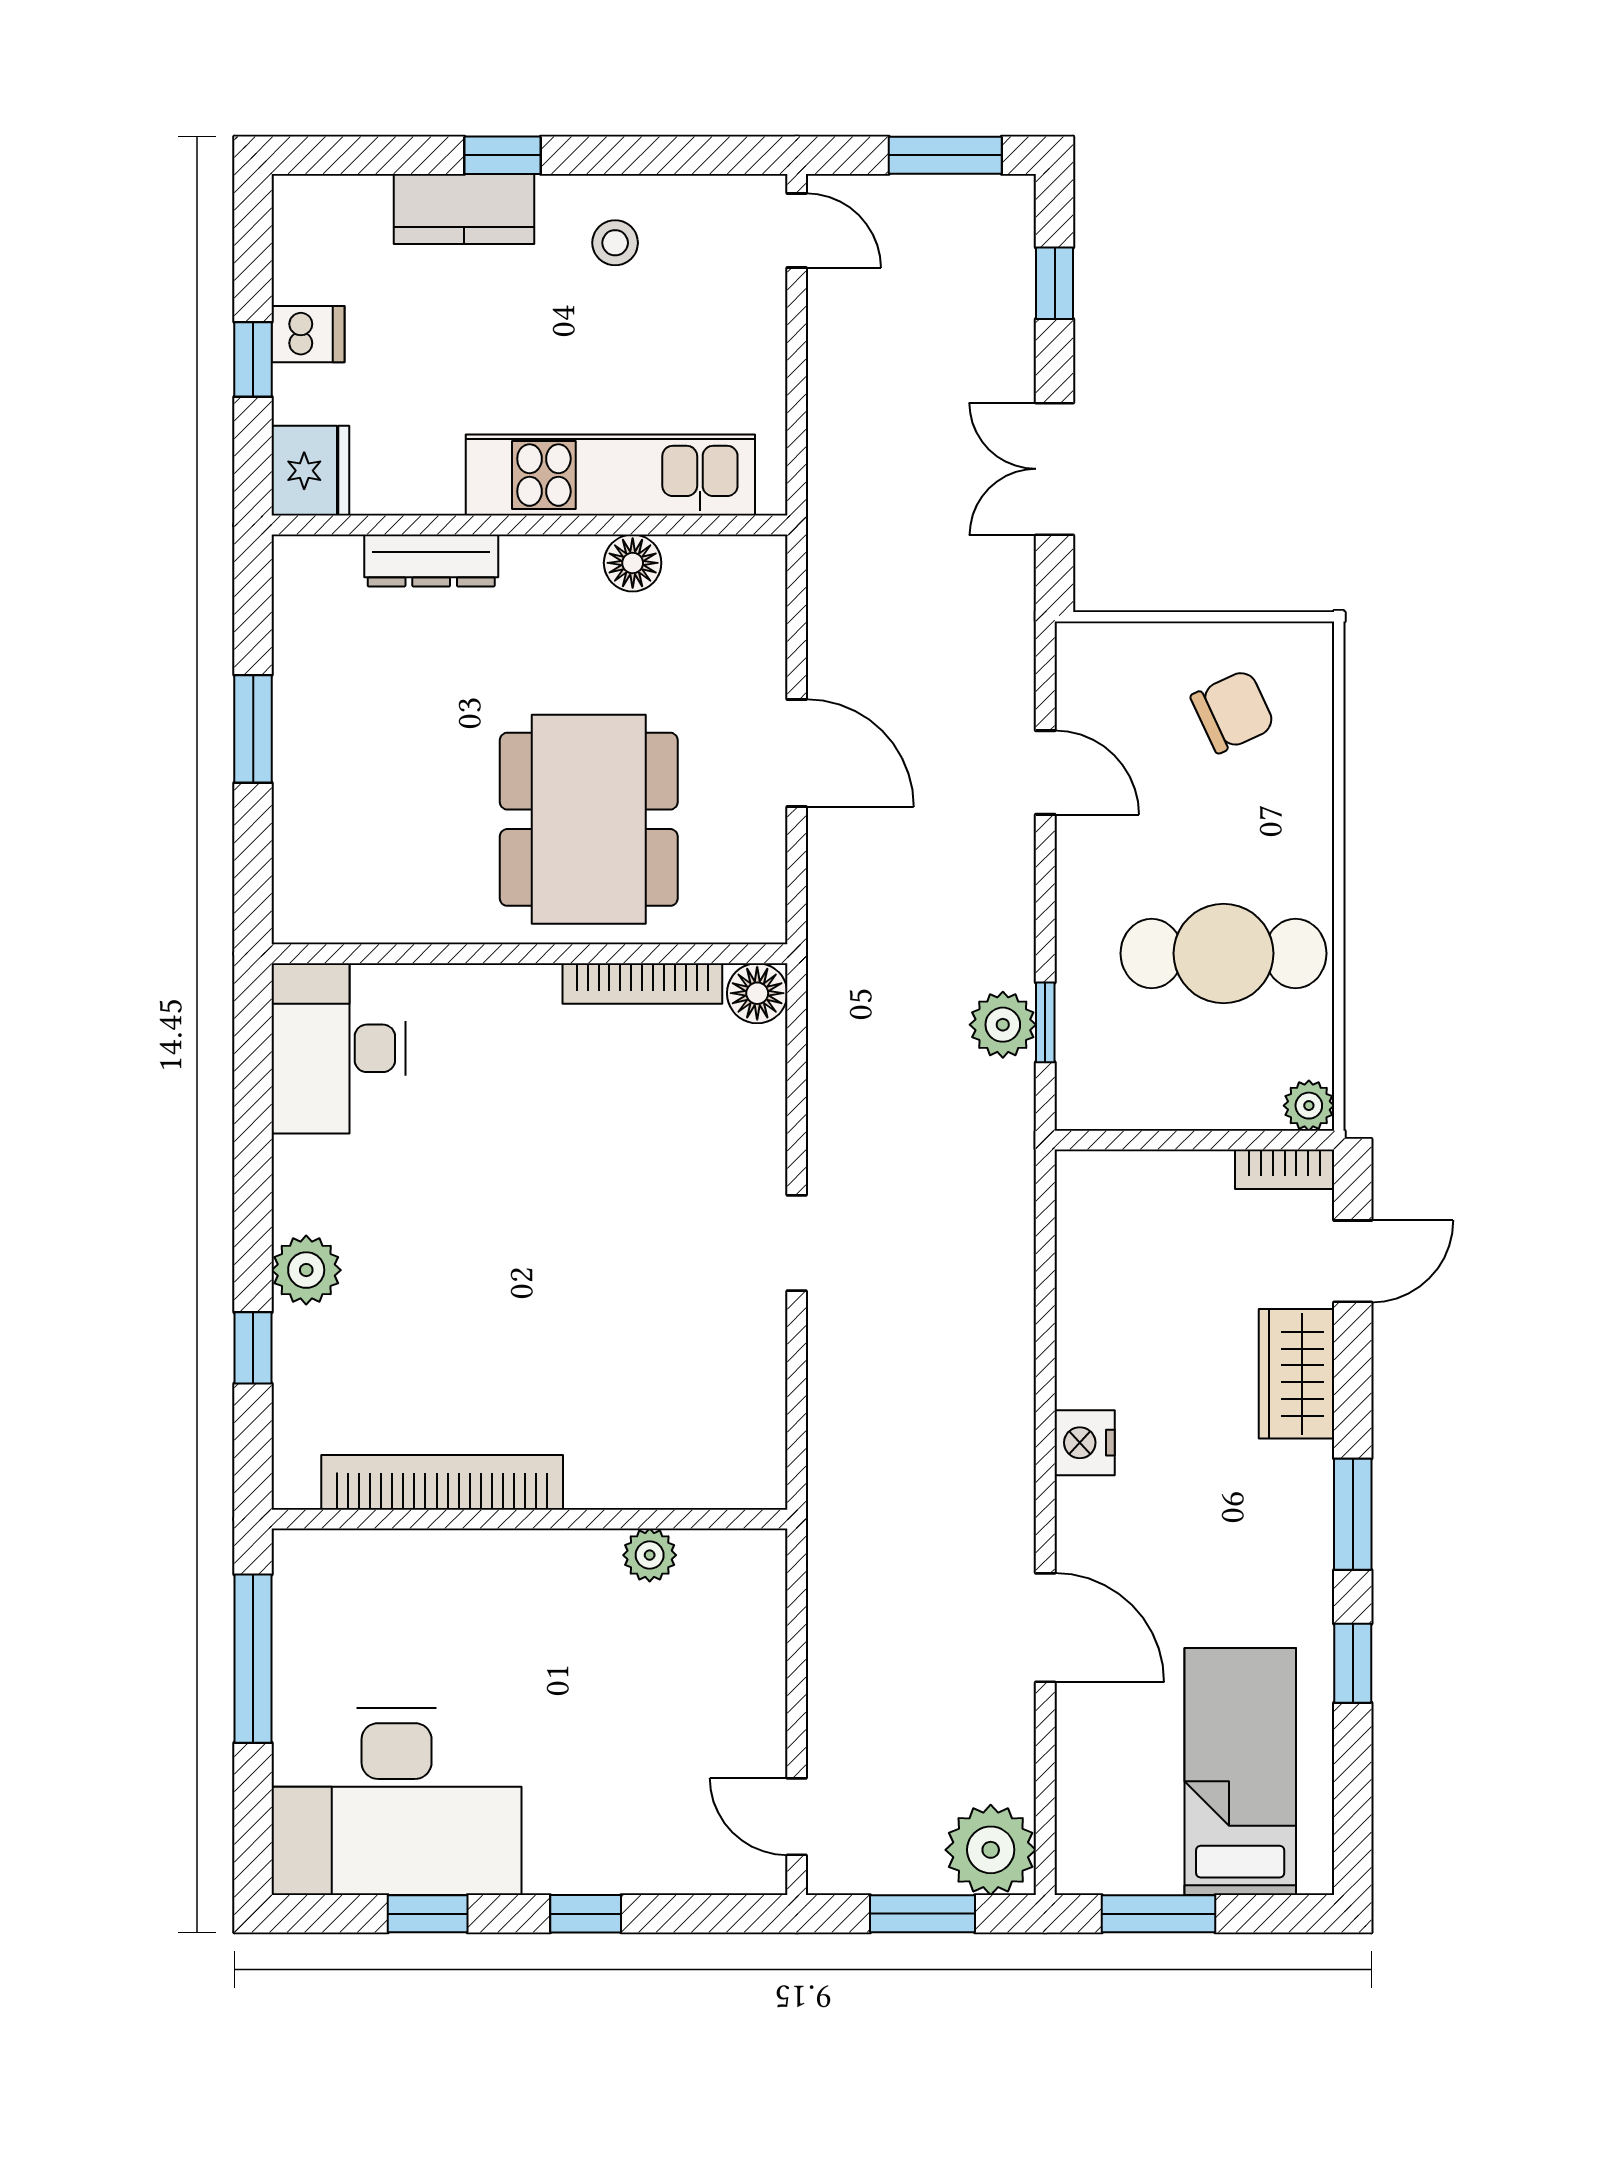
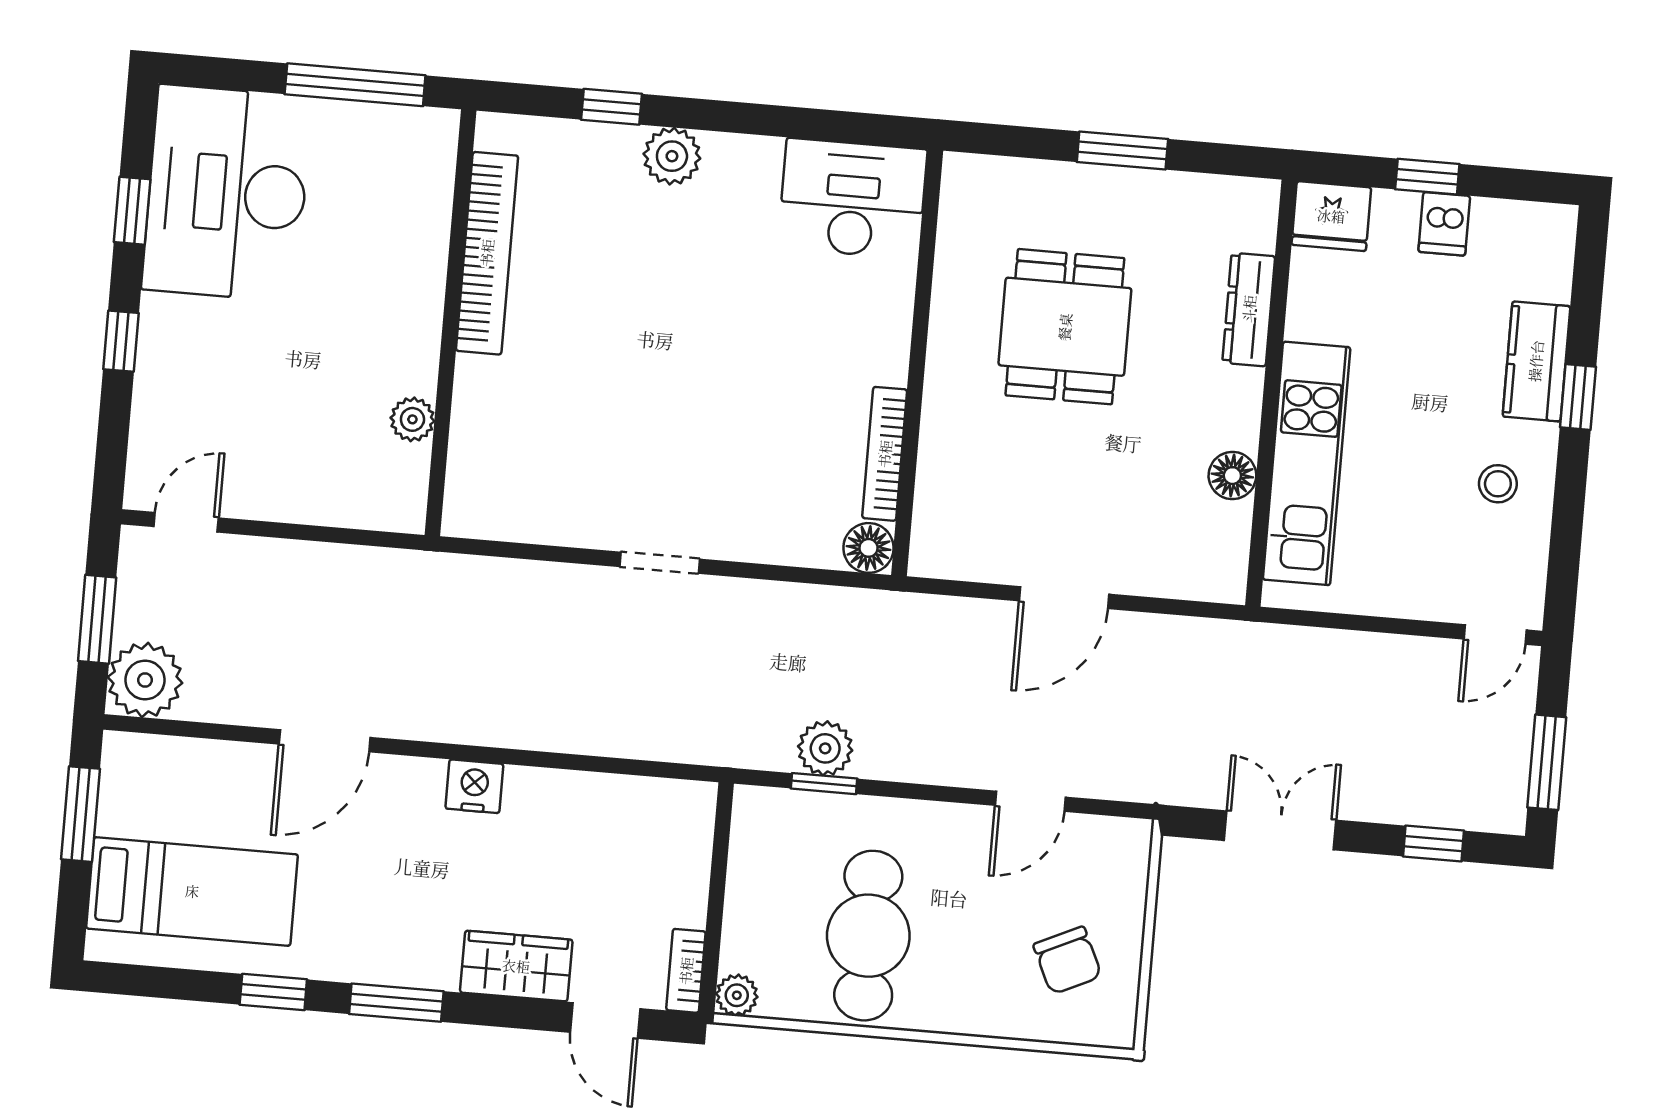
dining table: (589, 819) -> (1065, 327), moved, width x0.73

